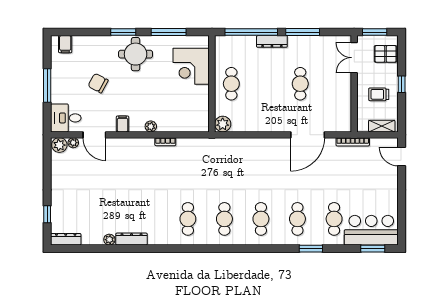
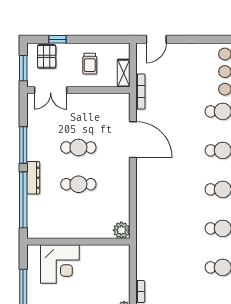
cafe table: (231, 84) -> (78, 184), moved
window: (402, 84) -> (58, 39), moved
shelving: (382, 126) -> (124, 73), moved

